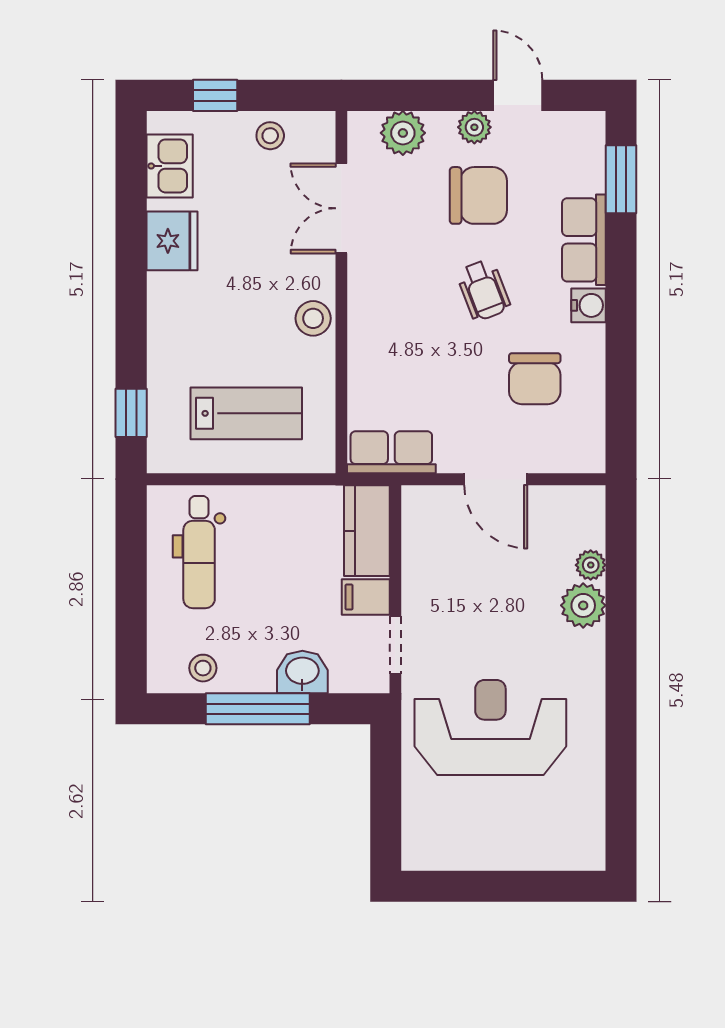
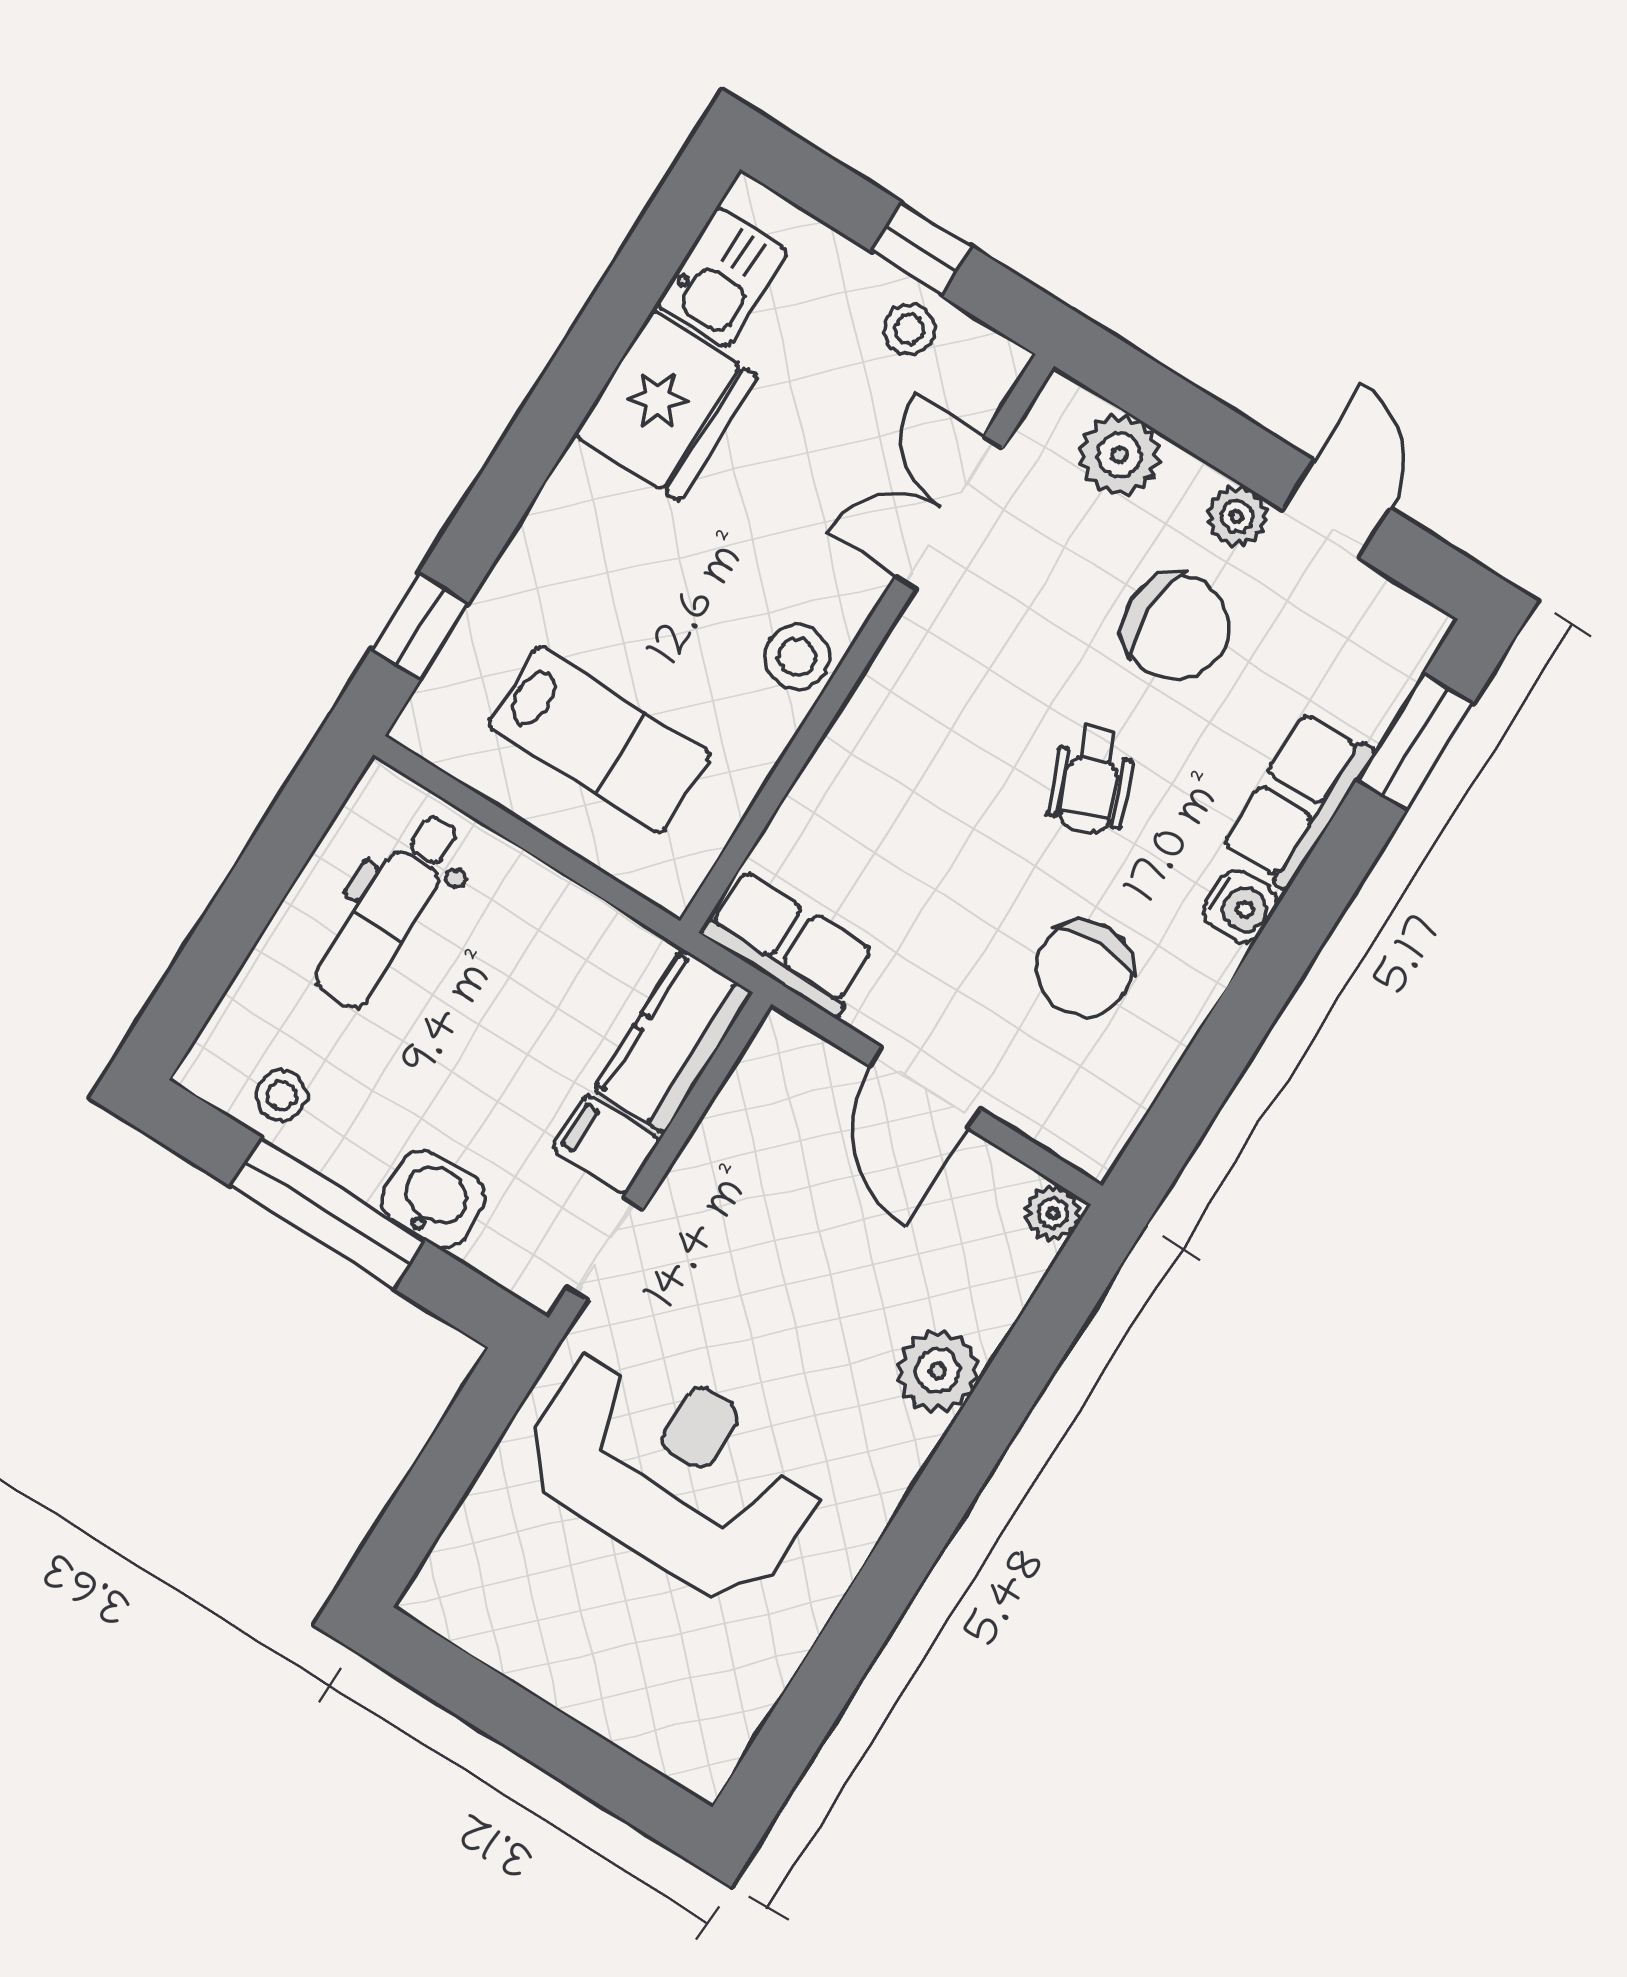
window: (215, 95) -> (922, 249), moved
fridge: (172, 241) -> (666, 406), width x1.36, depth x1.34
plant: (591, 565) -> (1053, 1213), moved

